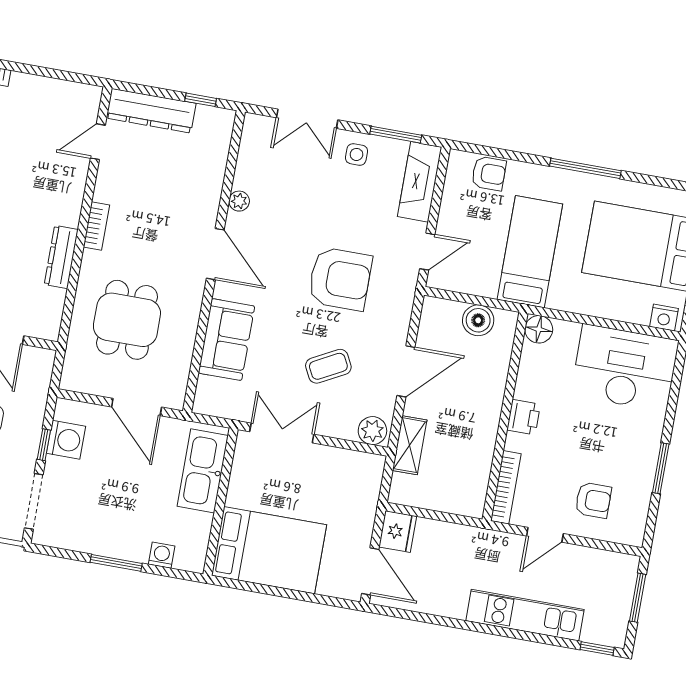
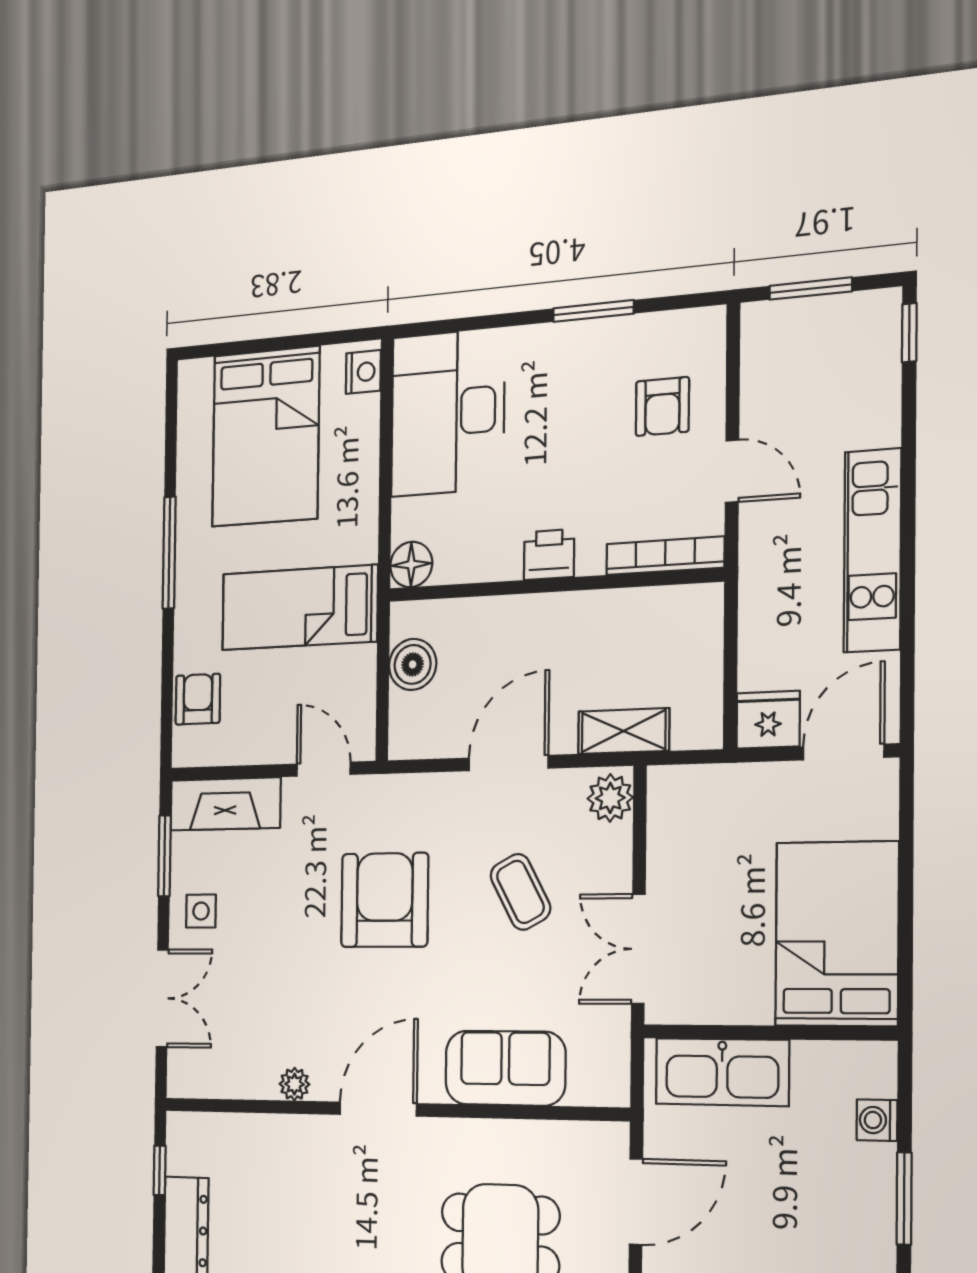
door: (406, 371) -> (508, 763), hinge flipped
armchair: (593, 500) -> (662, 406), turned 180
kitchen unit: (525, 615) -> (873, 550), moved

